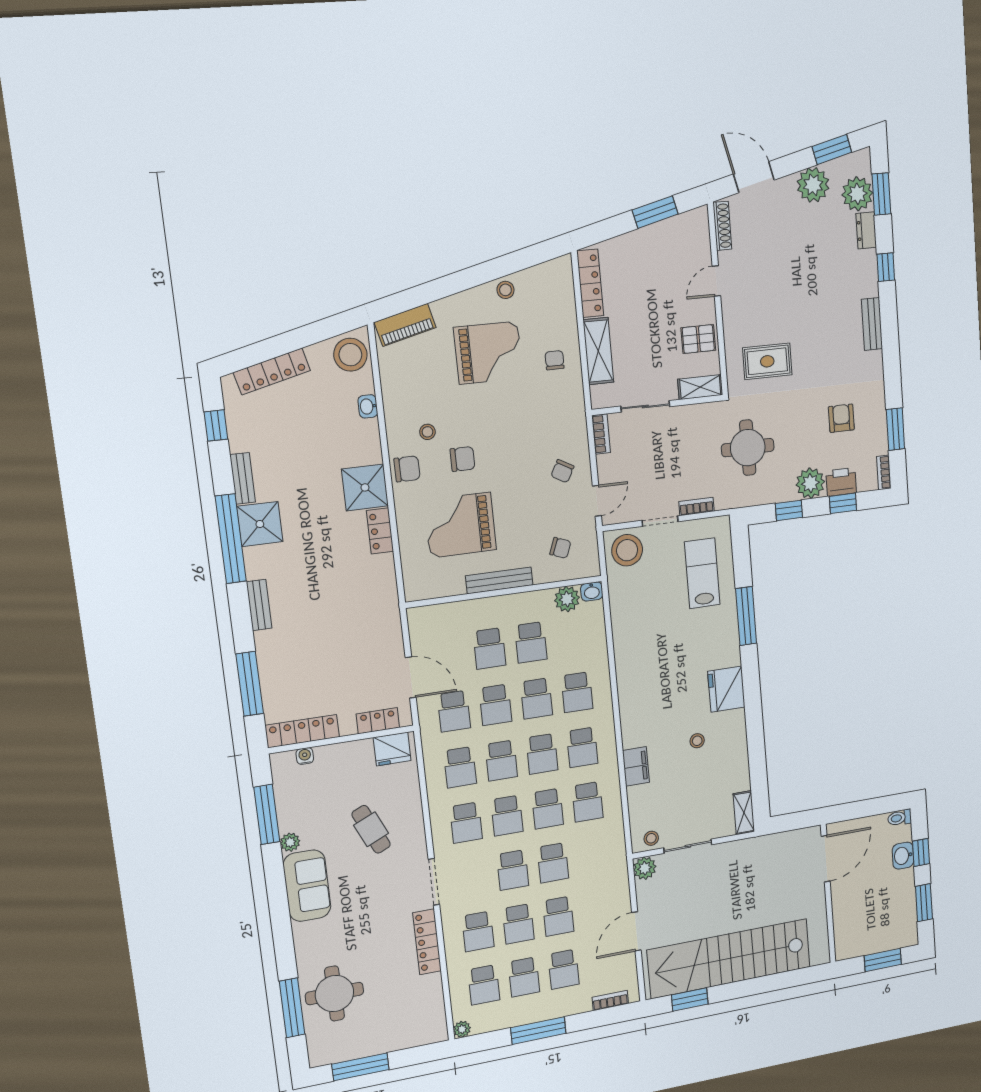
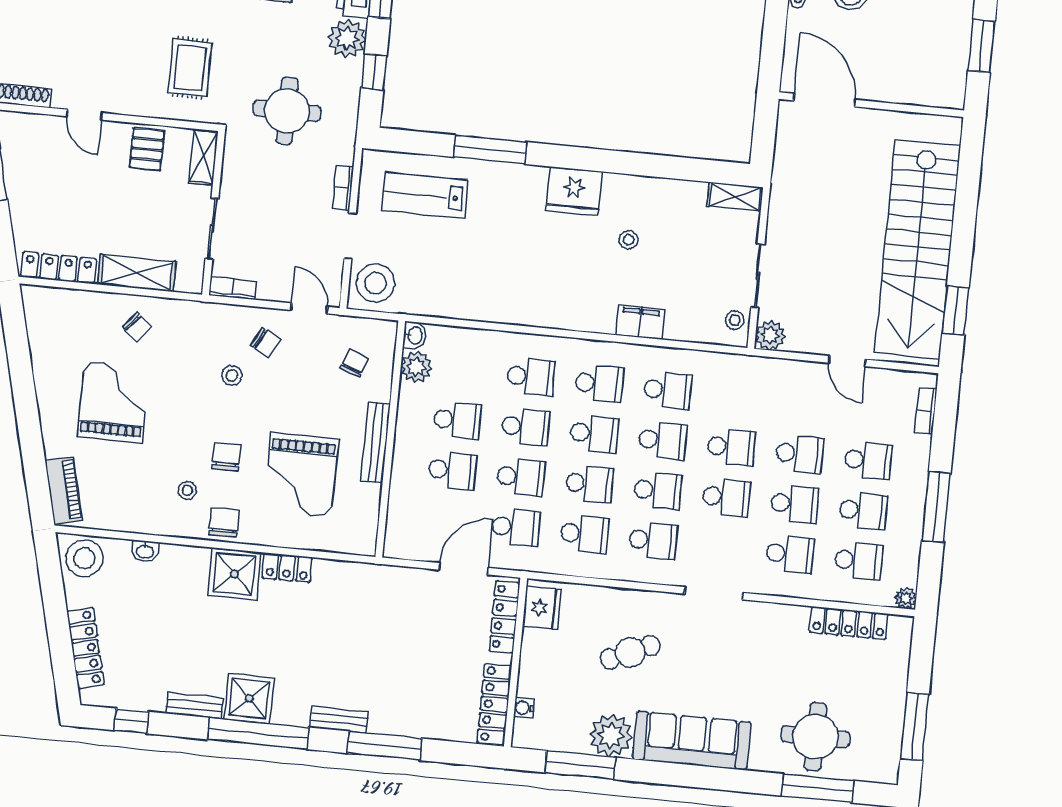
stool: (505, 290) -> (232, 375), moved
chair: (555, 360) -> (137, 327), turned -140
window: (250, 684) -> (384, 746), moved
locker: (378, 721) -> (504, 617), width x1.53
plant: (290, 842) -> (611, 736), width x1.87, depth x1.87
sofa: (307, 886) -> (692, 741), width x1.36
door: (636, 931) -> (847, 361), width x0.73
locker: (427, 942) -> (849, 623), moved

